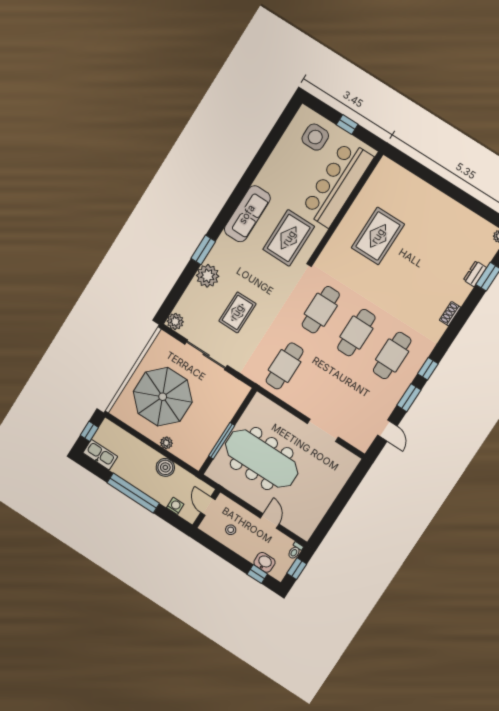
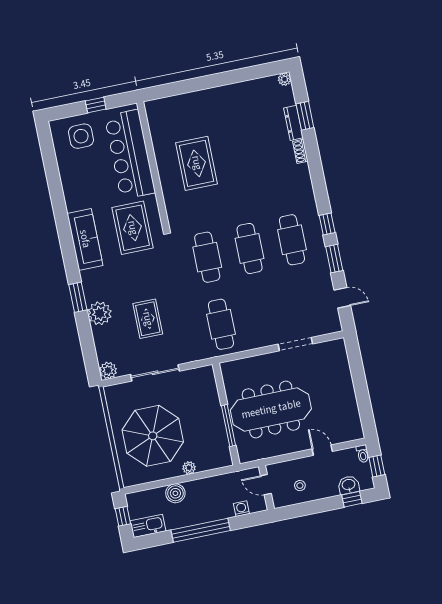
dresser: (475, 274) -> (293, 123), width x1.44
shoe rack: (450, 314) -> (300, 151), moved
boiler: (165, 467) -> (175, 493), moved

